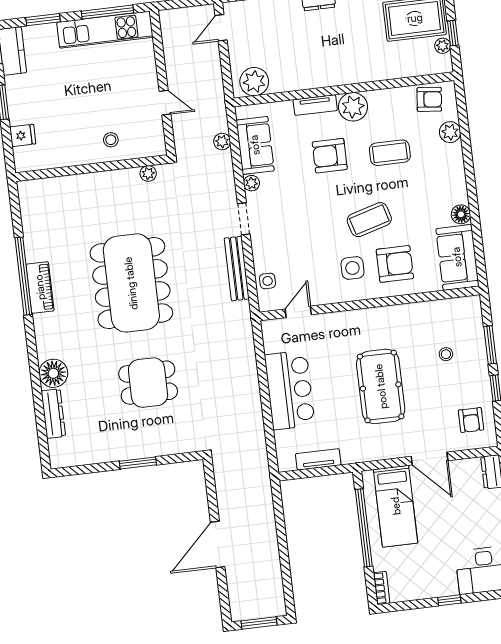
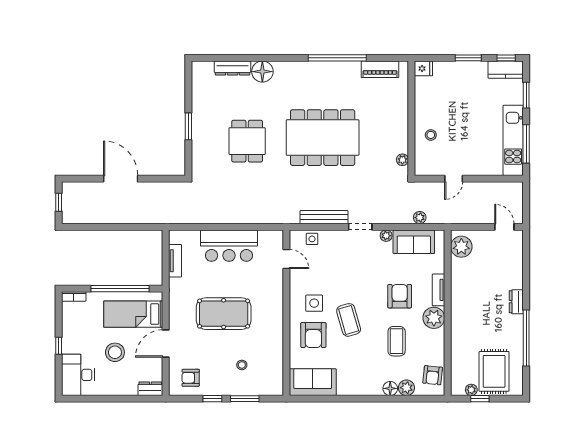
fridge: (23, 135) -> (423, 68), moved, turned -90
floor lamp: (461, 214) -> (390, 388), moved
piano: (40, 287) -> (380, 69), moved
stool: (449, 525) -> (115, 352), added
window: (259, 623) -> (59, 202), width x0.67

